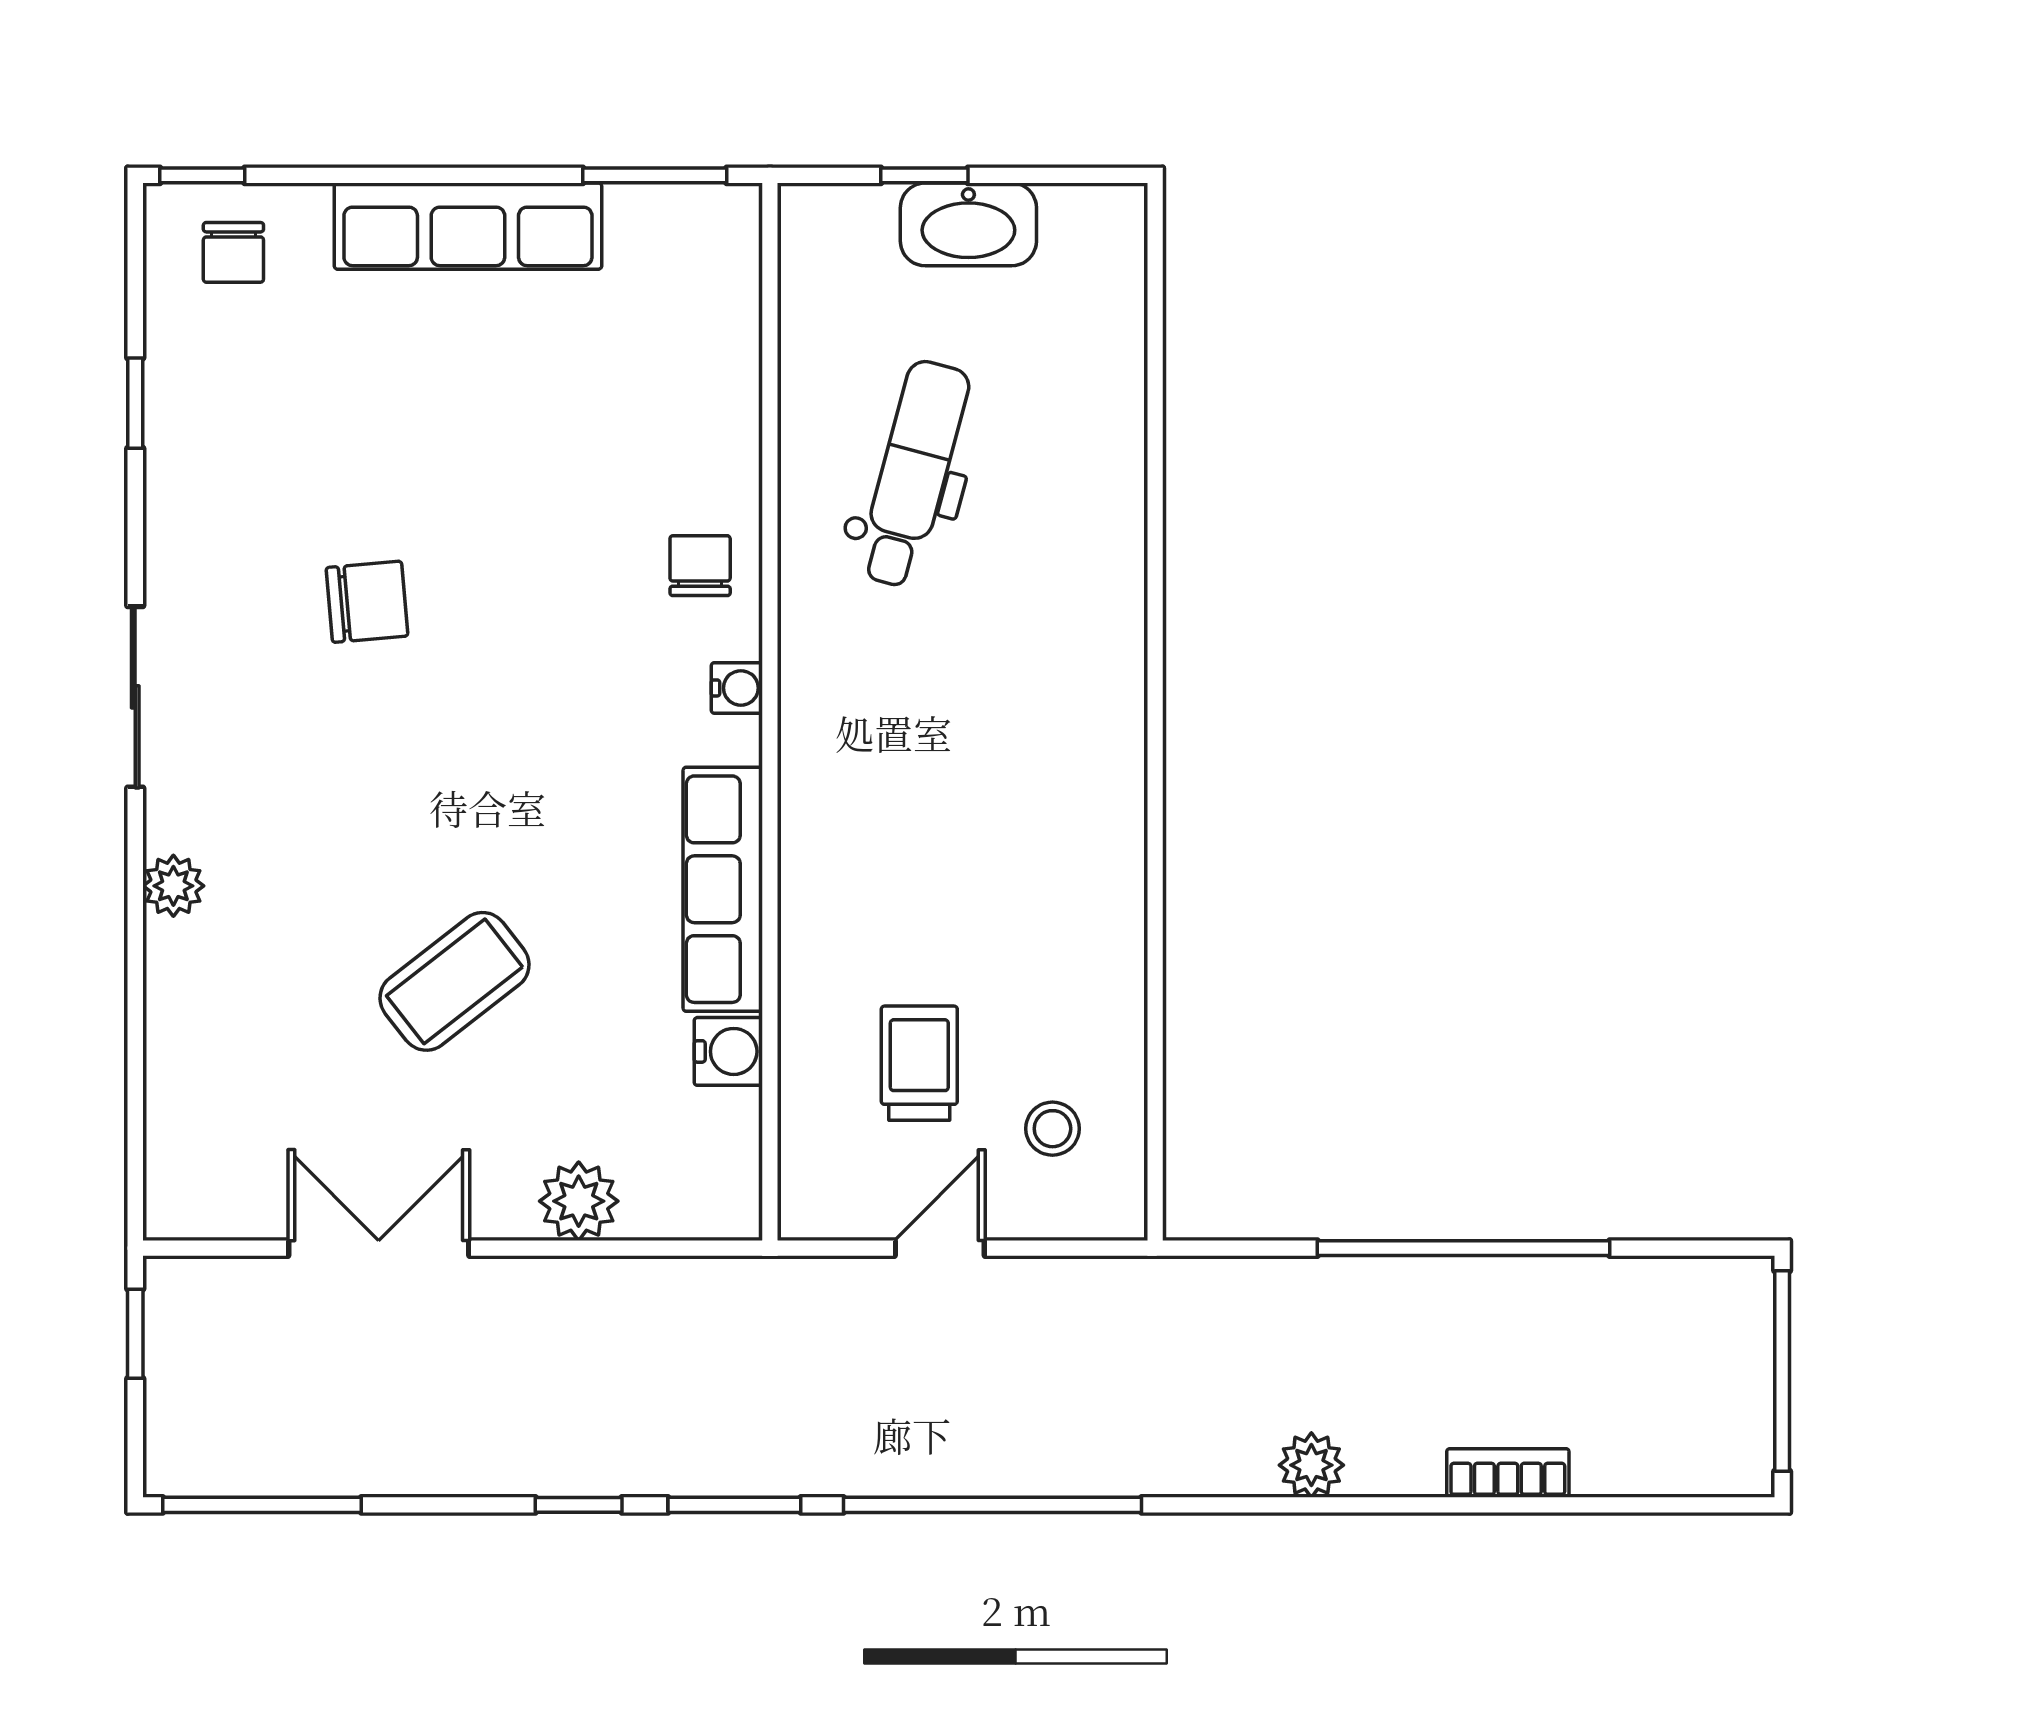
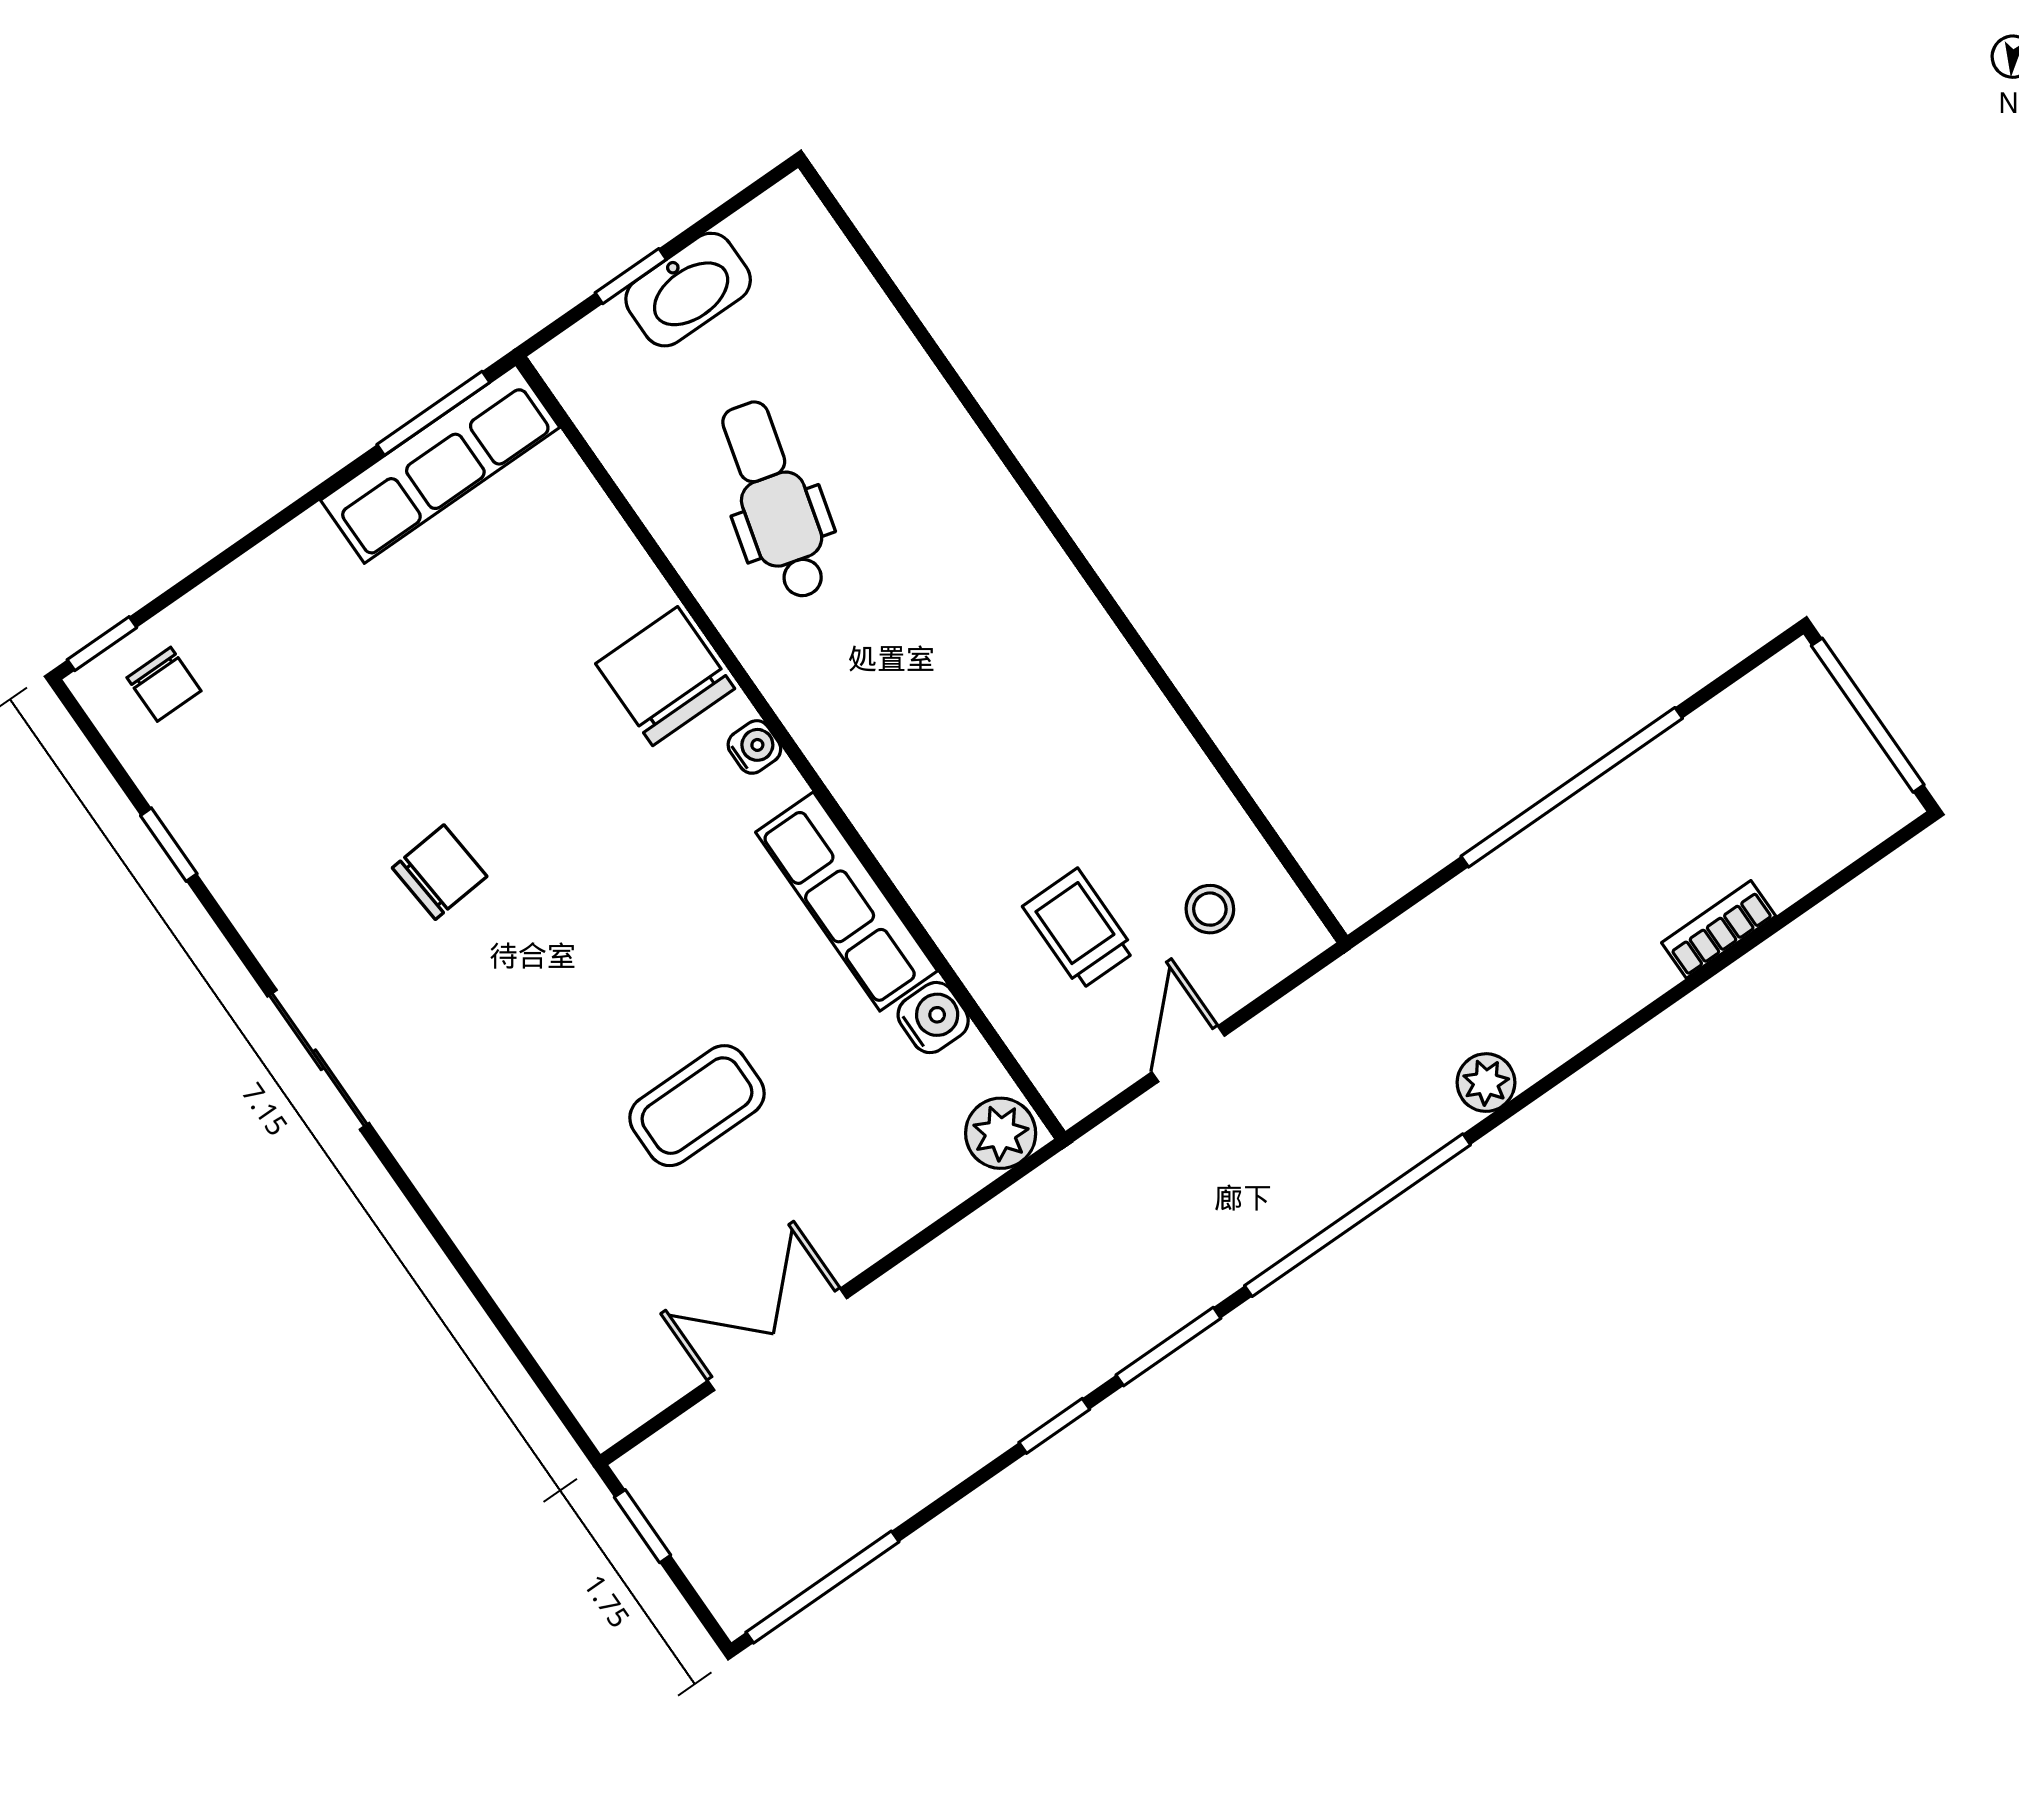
row of seats: (468, 226) -> (440, 464), moved
chair: (700, 566) -> (665, 676), width x1.87, depth x1.87
plant: (173, 886) -> (442, 1179), removed
coffee table: (455, 981) -> (697, 1106), turned 38
plant: (579, 1201) -> (1001, 1133), moved
plant: (1311, 1465) -> (1486, 1083), moved

